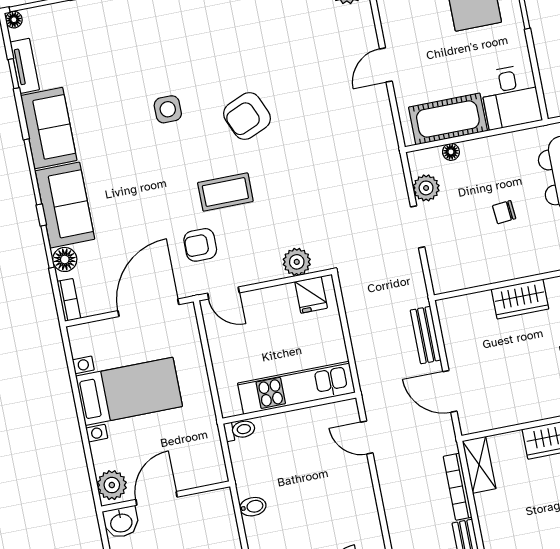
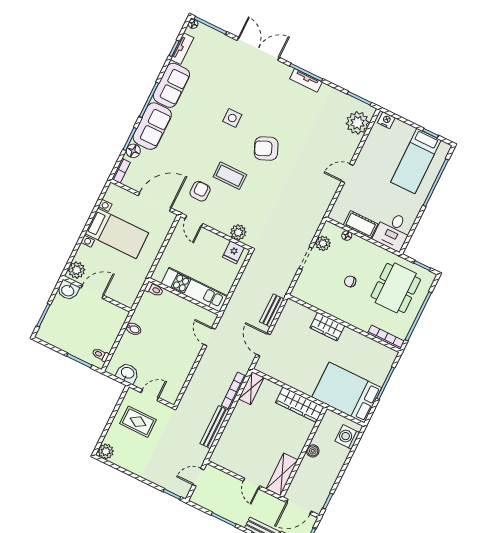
cot: (448, 119) -> (361, 224), width x0.73, depth x0.75
armchair: (200, 245) -> (200, 191), turned 90

